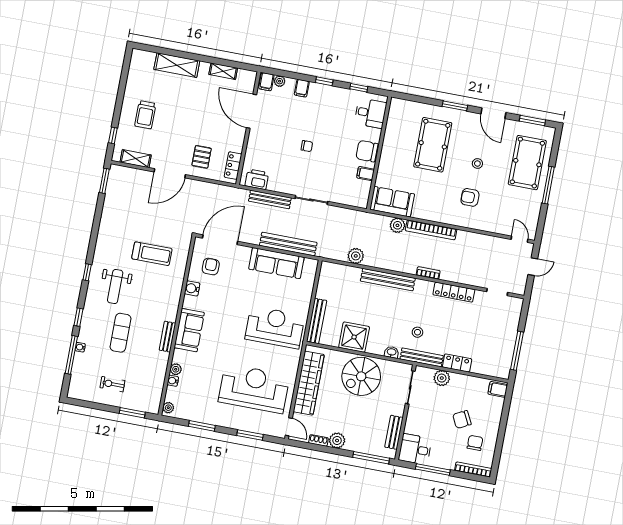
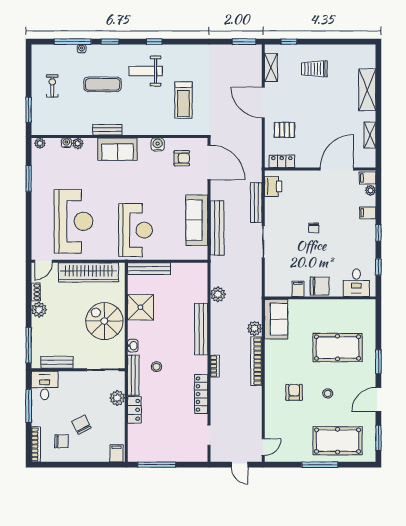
chair: (367, 151) -> (320, 286), turned 90
window: (250, 435) -> (29, 226), removed

